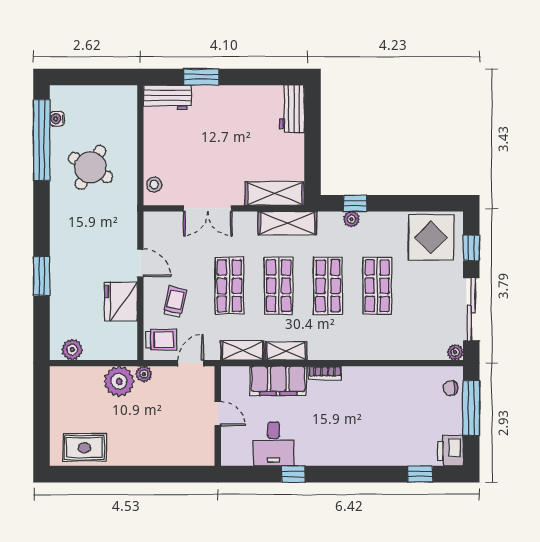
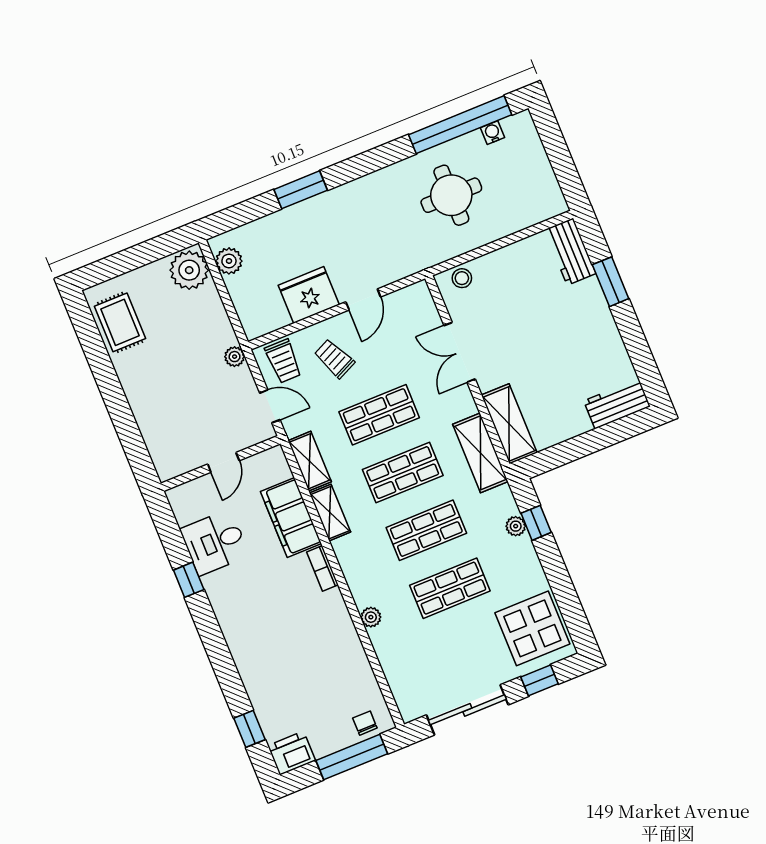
round table: (90, 168) -> (451, 195), turned -30
trolley: (175, 302) -> (334, 359), turned -128
plant: (455, 352) -> (371, 617), moved
plant: (119, 381) -> (189, 270), moved

